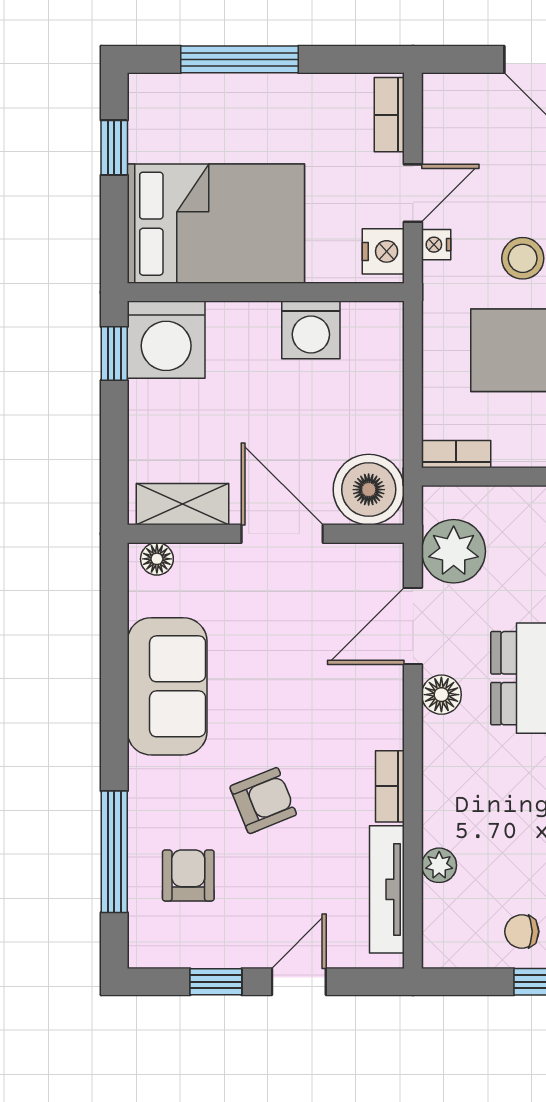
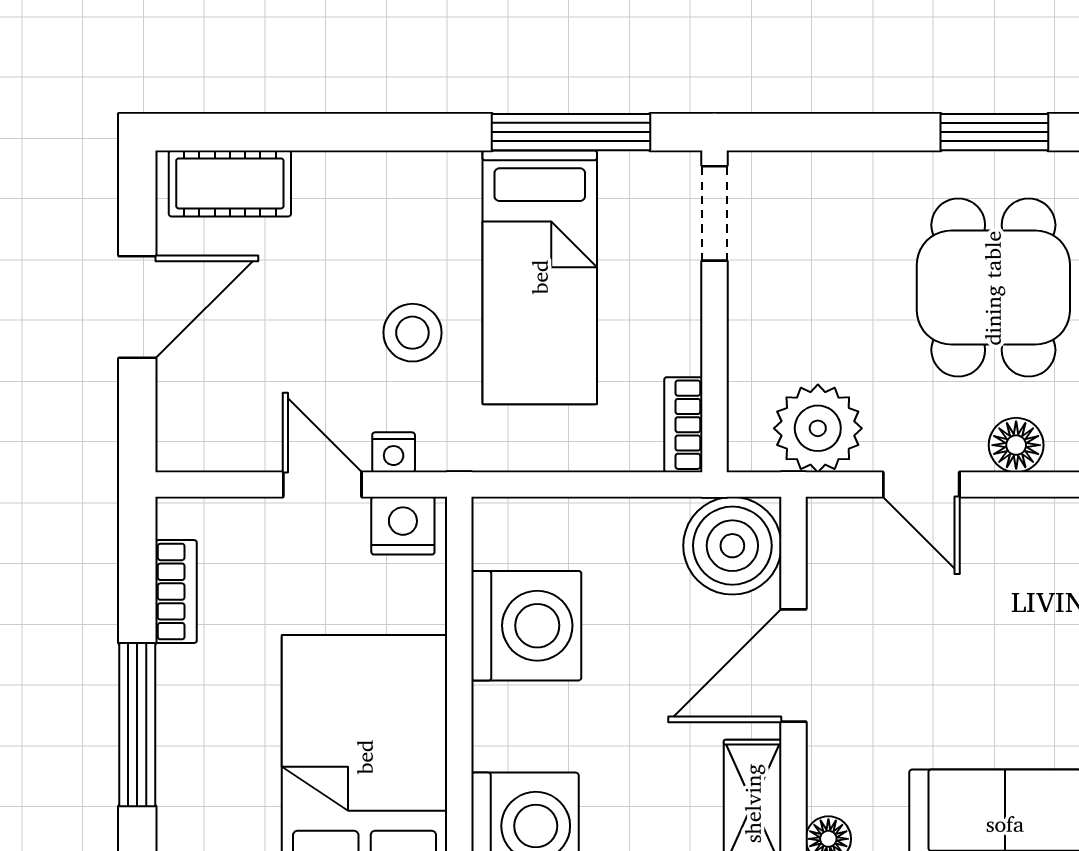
bookcase: (389, 115) -> (176, 592), moved, turned -90
washing machine: (311, 330) -> (526, 626), width x1.37, depth x1.37
door: (413, 626) -> (921, 485), width x0.73

